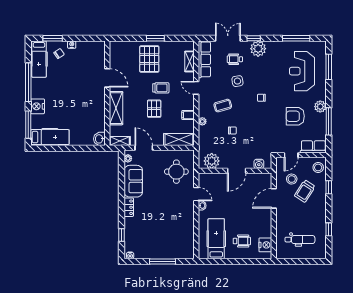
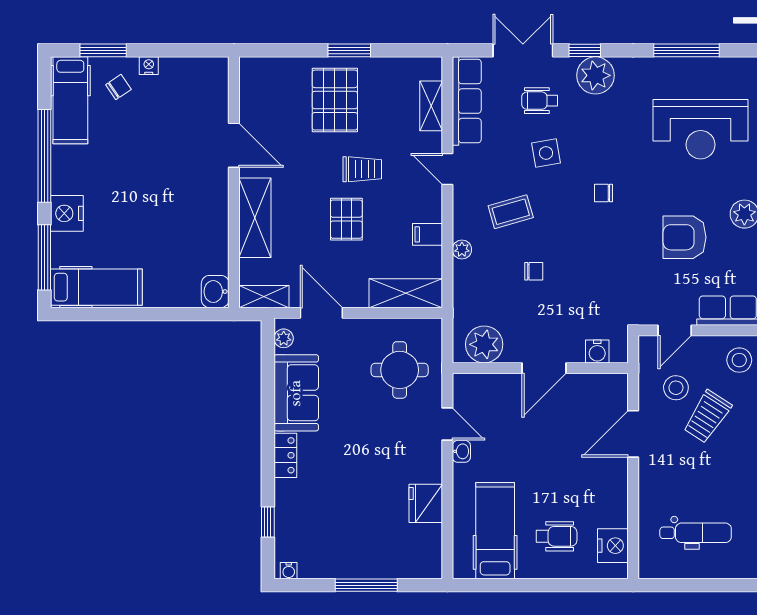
reception desk: (302, 71) -> (701, 129), turned -90
fridge: (187, 227) -> (426, 503), added

